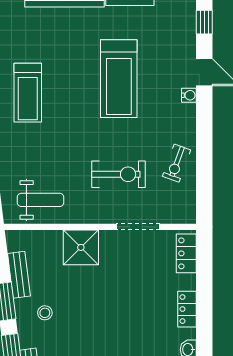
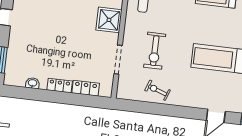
water cooler: (189, 95) -> (202, 104), removed
locker: (186, 253) -> (86, 88), moved

